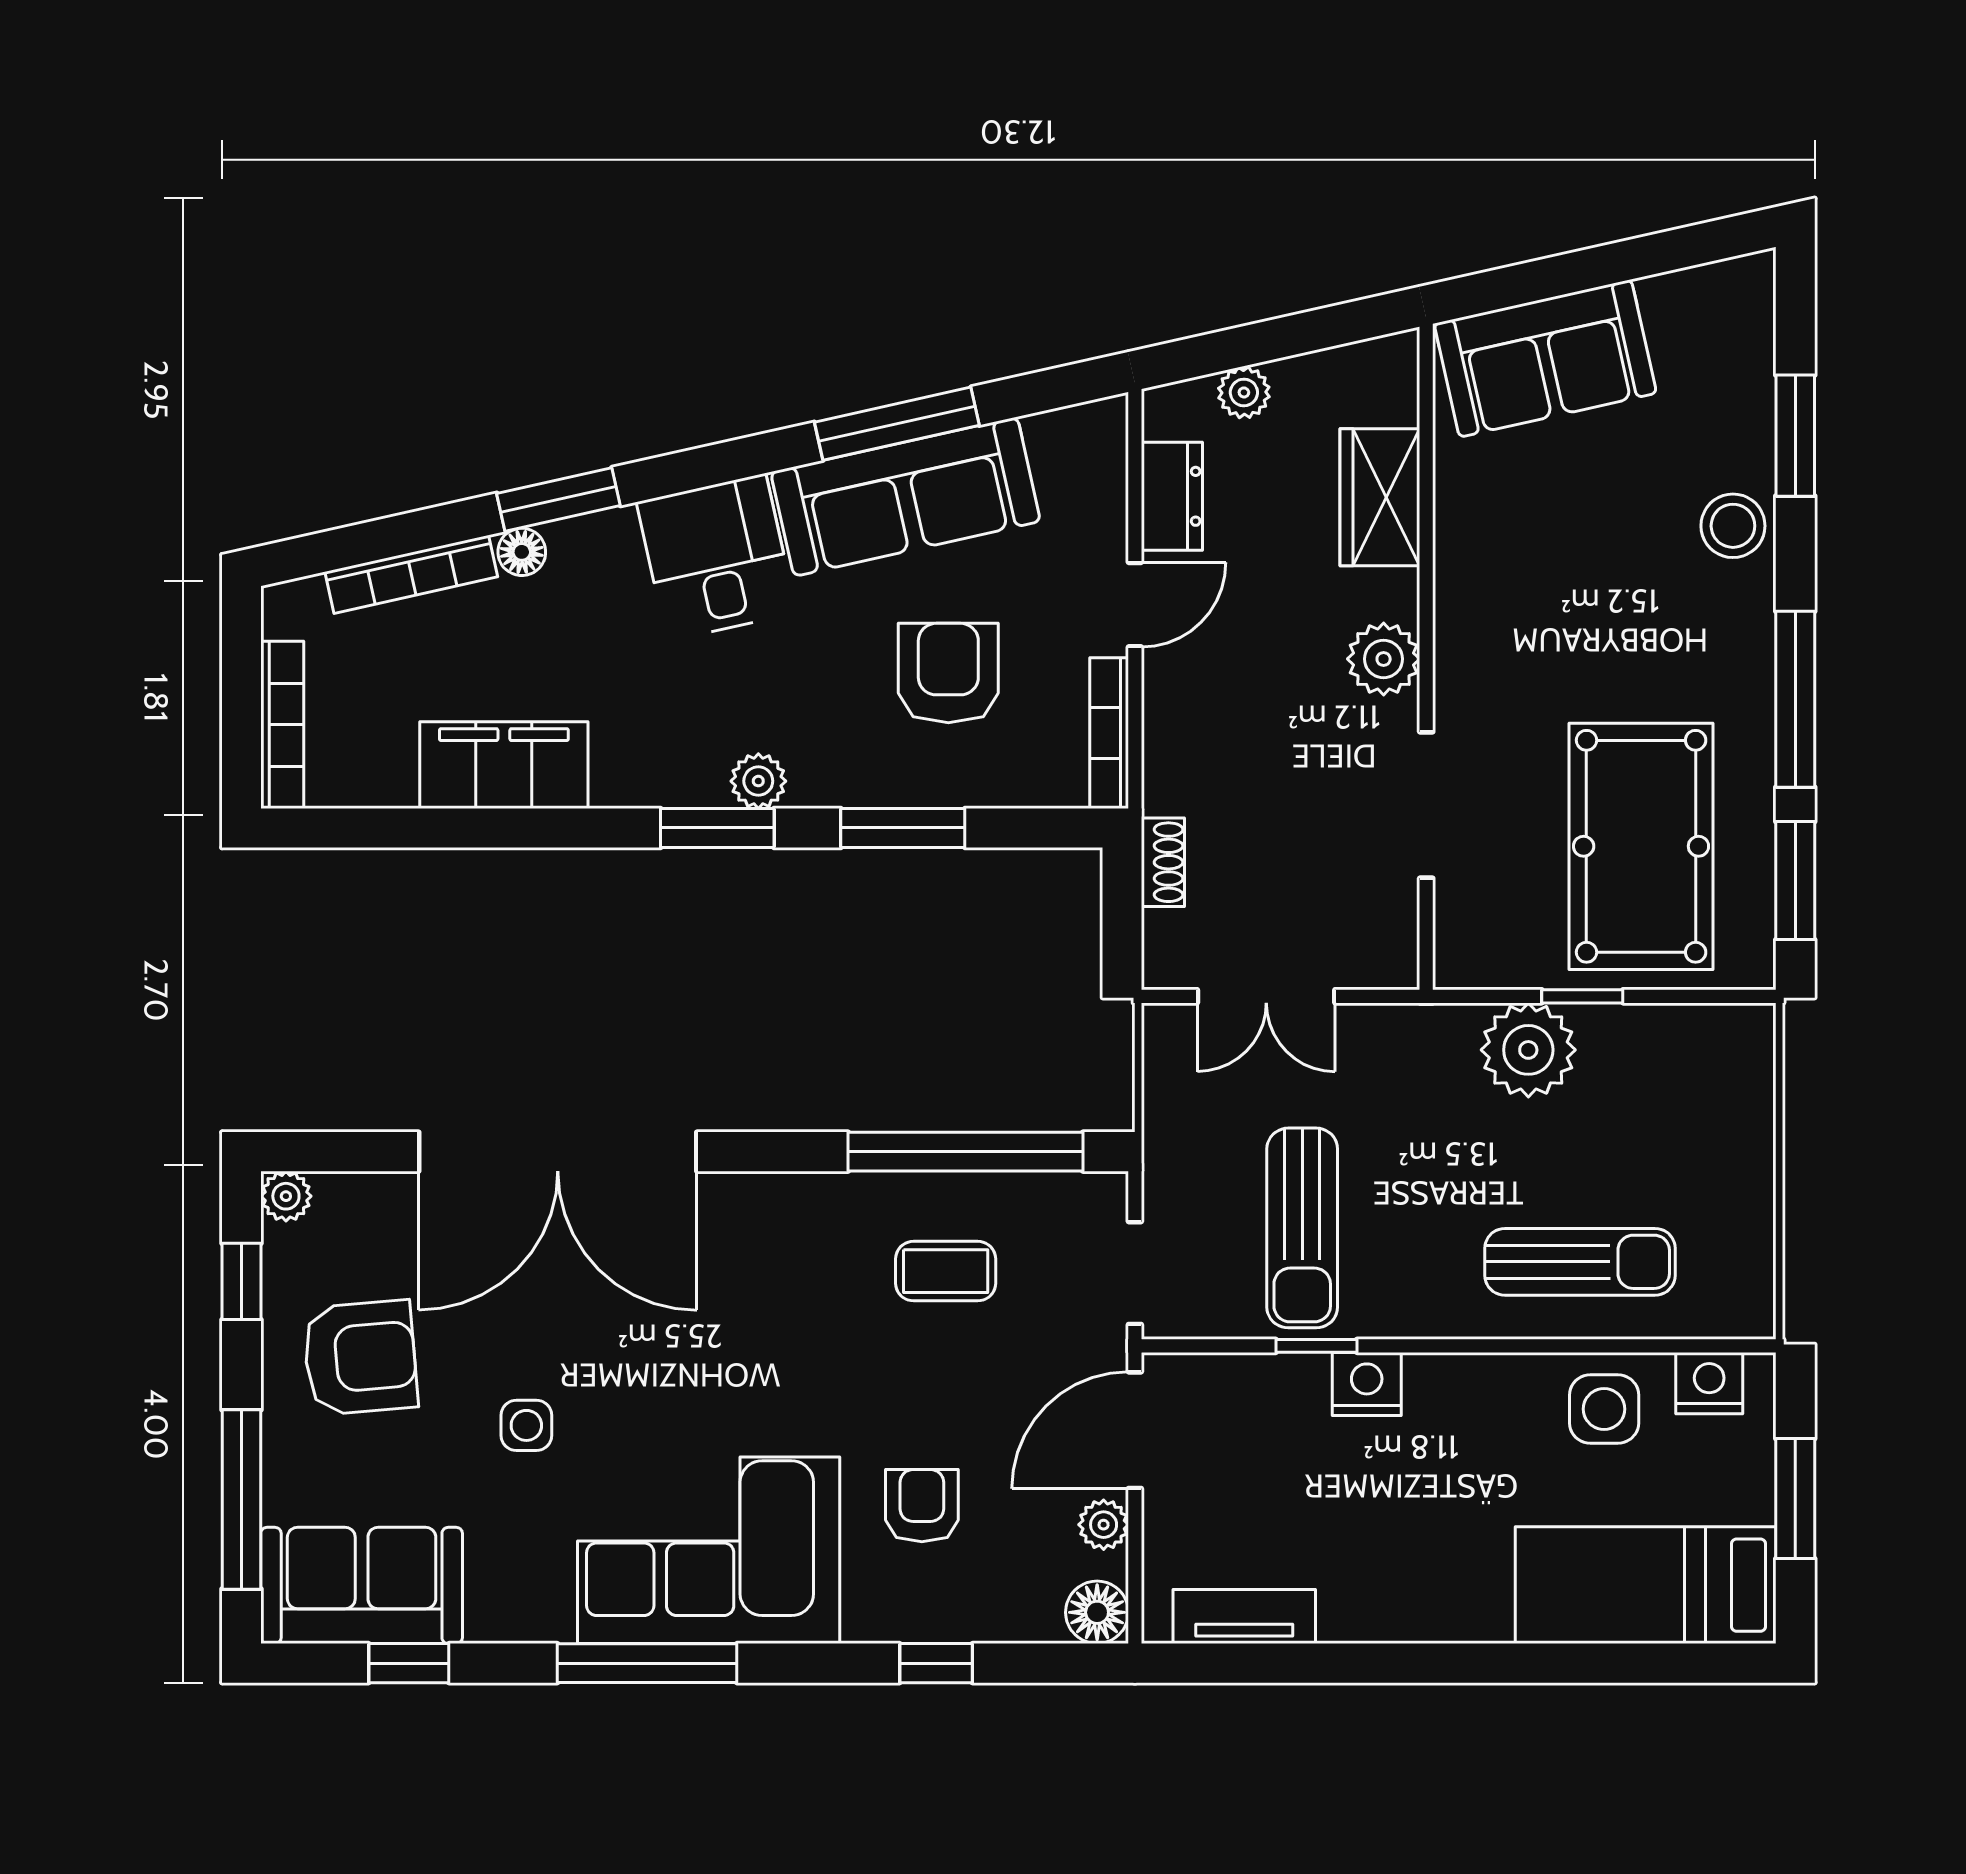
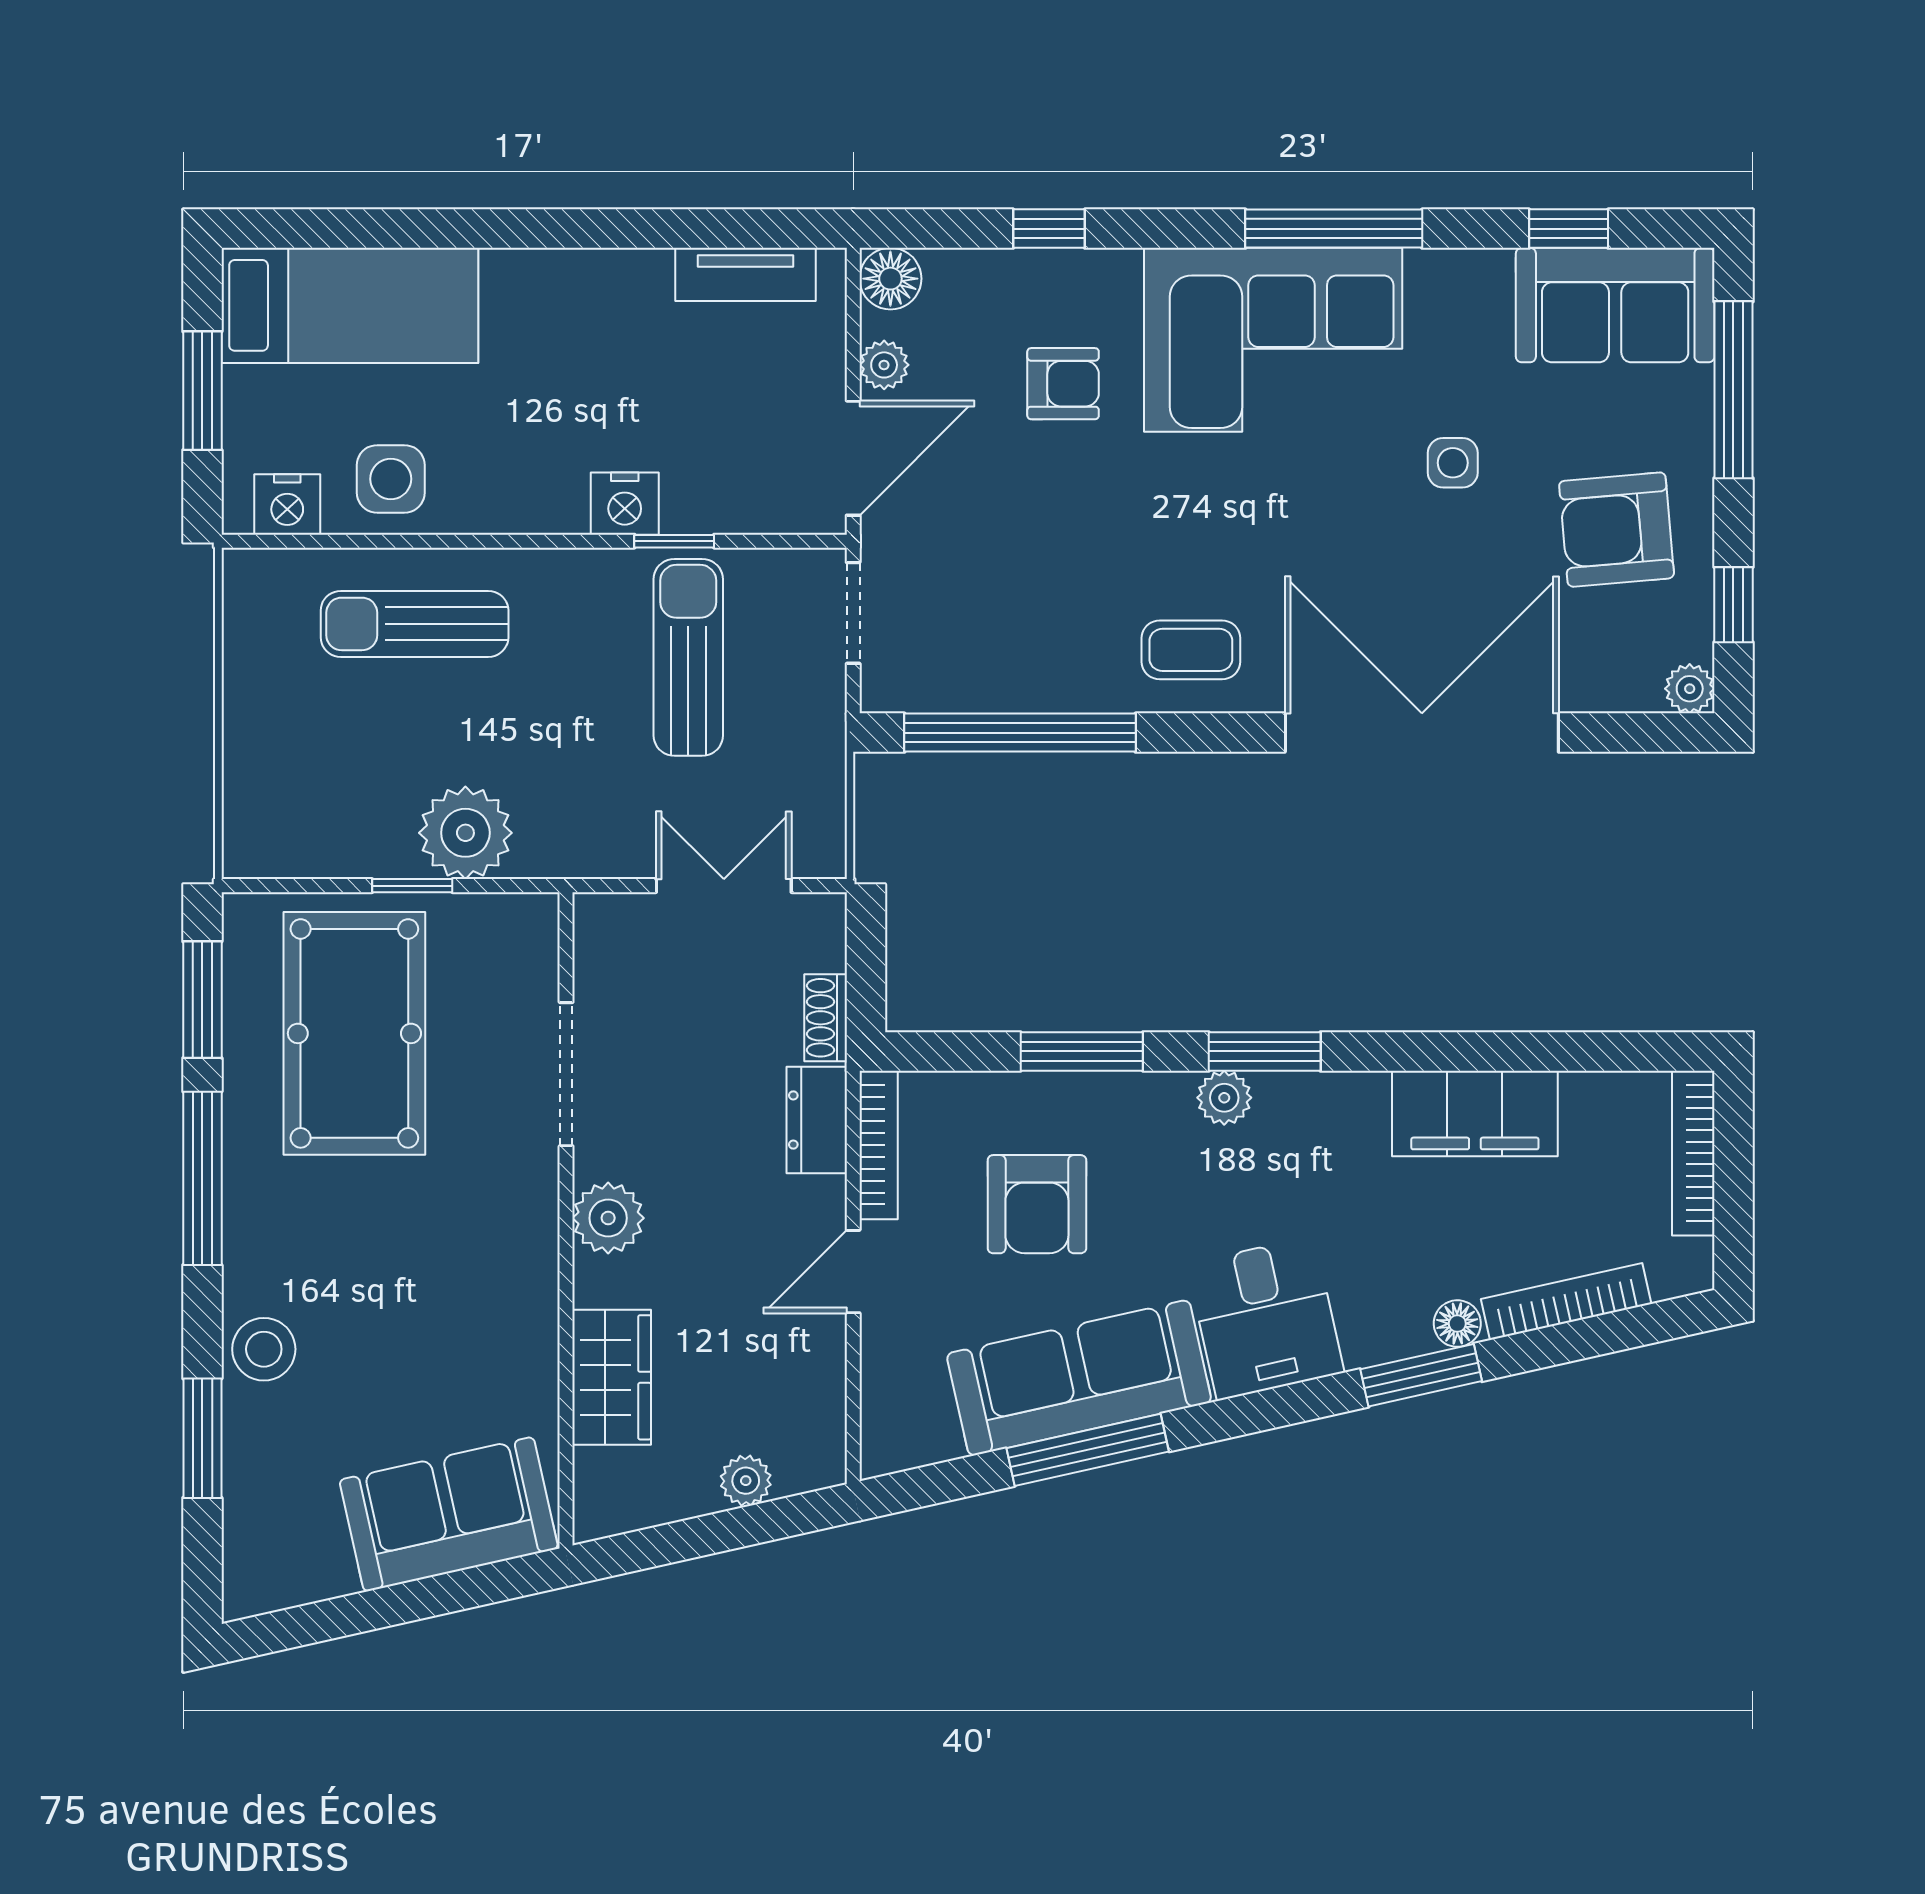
dresser: (1172, 496) -> (817, 1120), moved
coffee table: (946, 1271) -> (1191, 650), moved
armchair: (922, 1506) -> (1063, 384), turned -90

